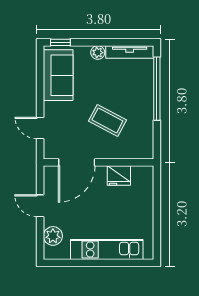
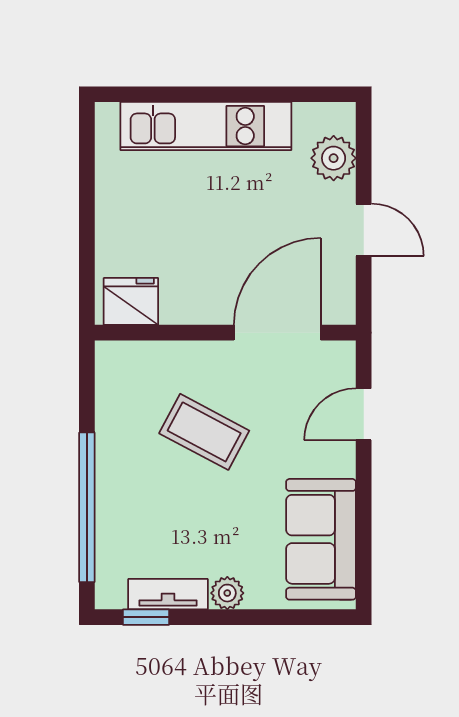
window: (60, 42) -> (146, 617), moved
tv unit: (130, 52) -> (168, 594), width x0.71
door: (40, 128) -> (364, 414), swing flipped
fridge: (119, 176) -> (131, 301), moved

